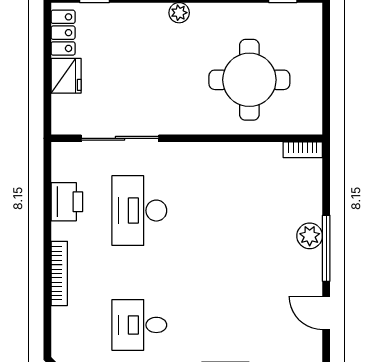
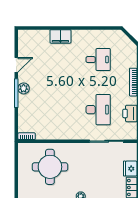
plant: (310, 236) -> (24, 88), moved
door: (326, 313) -> (16, 65), hinge flipped

